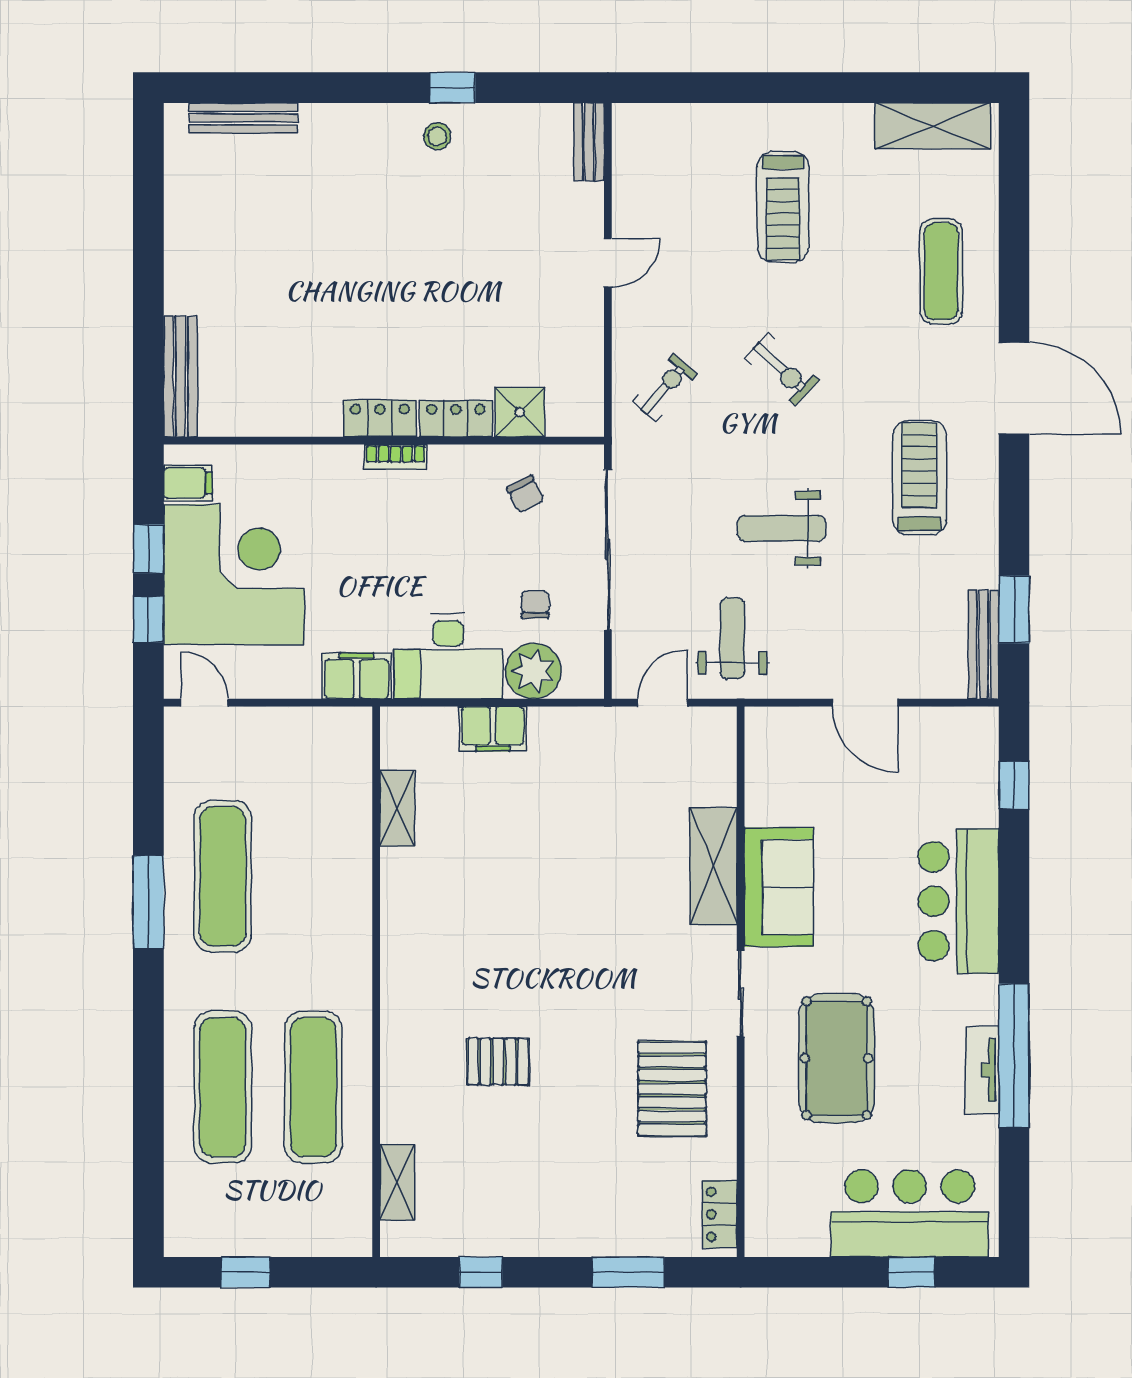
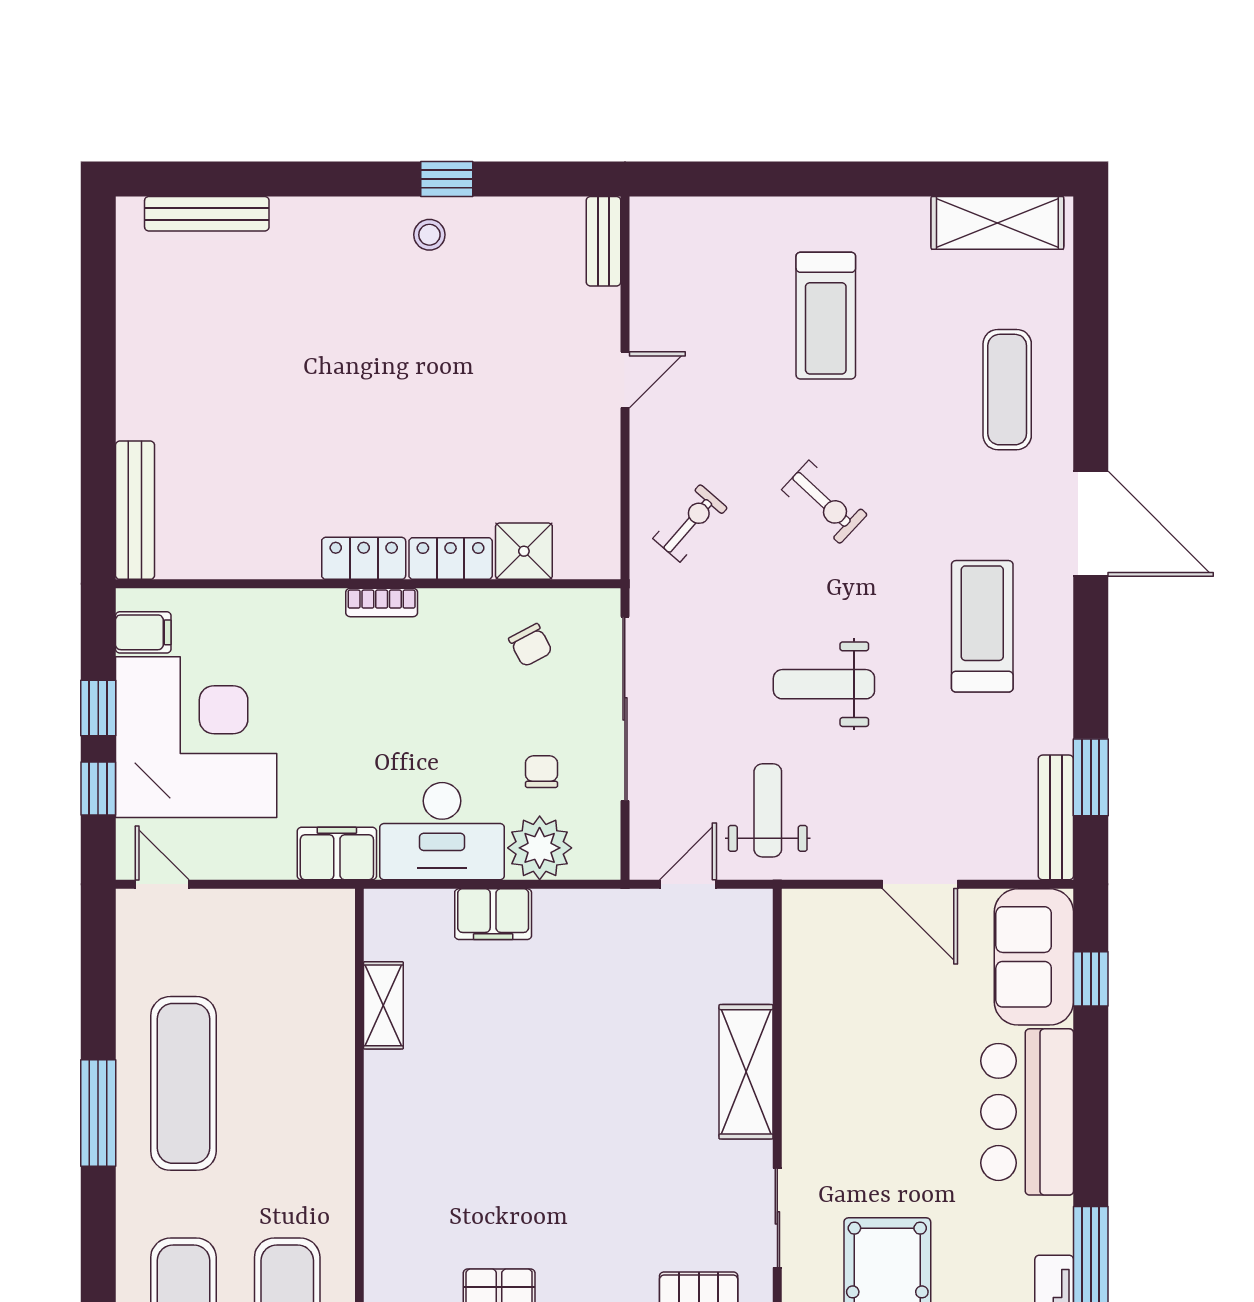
sofa: (779, 887) -> (1034, 957), moved, turned 180

